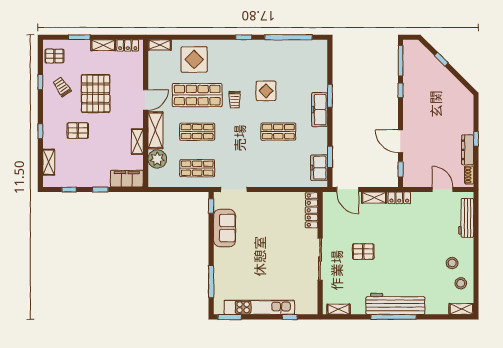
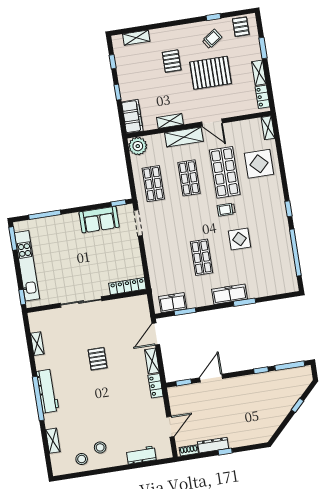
window: (40, 131) -> (165, 25), removed
plant: (157, 159) -> (138, 146), moved
locker: (312, 210) -> (127, 286), moved
workbench: (466, 218) -> (141, 455), width x0.73
wall: (320, 253) -> (87, 301), moved
sliding door: (320, 259) -> (81, 302), moved
workbench: (395, 304) -> (48, 391), width x0.73, depth x0.76
shelving: (461, 309) -> (53, 441), moved

